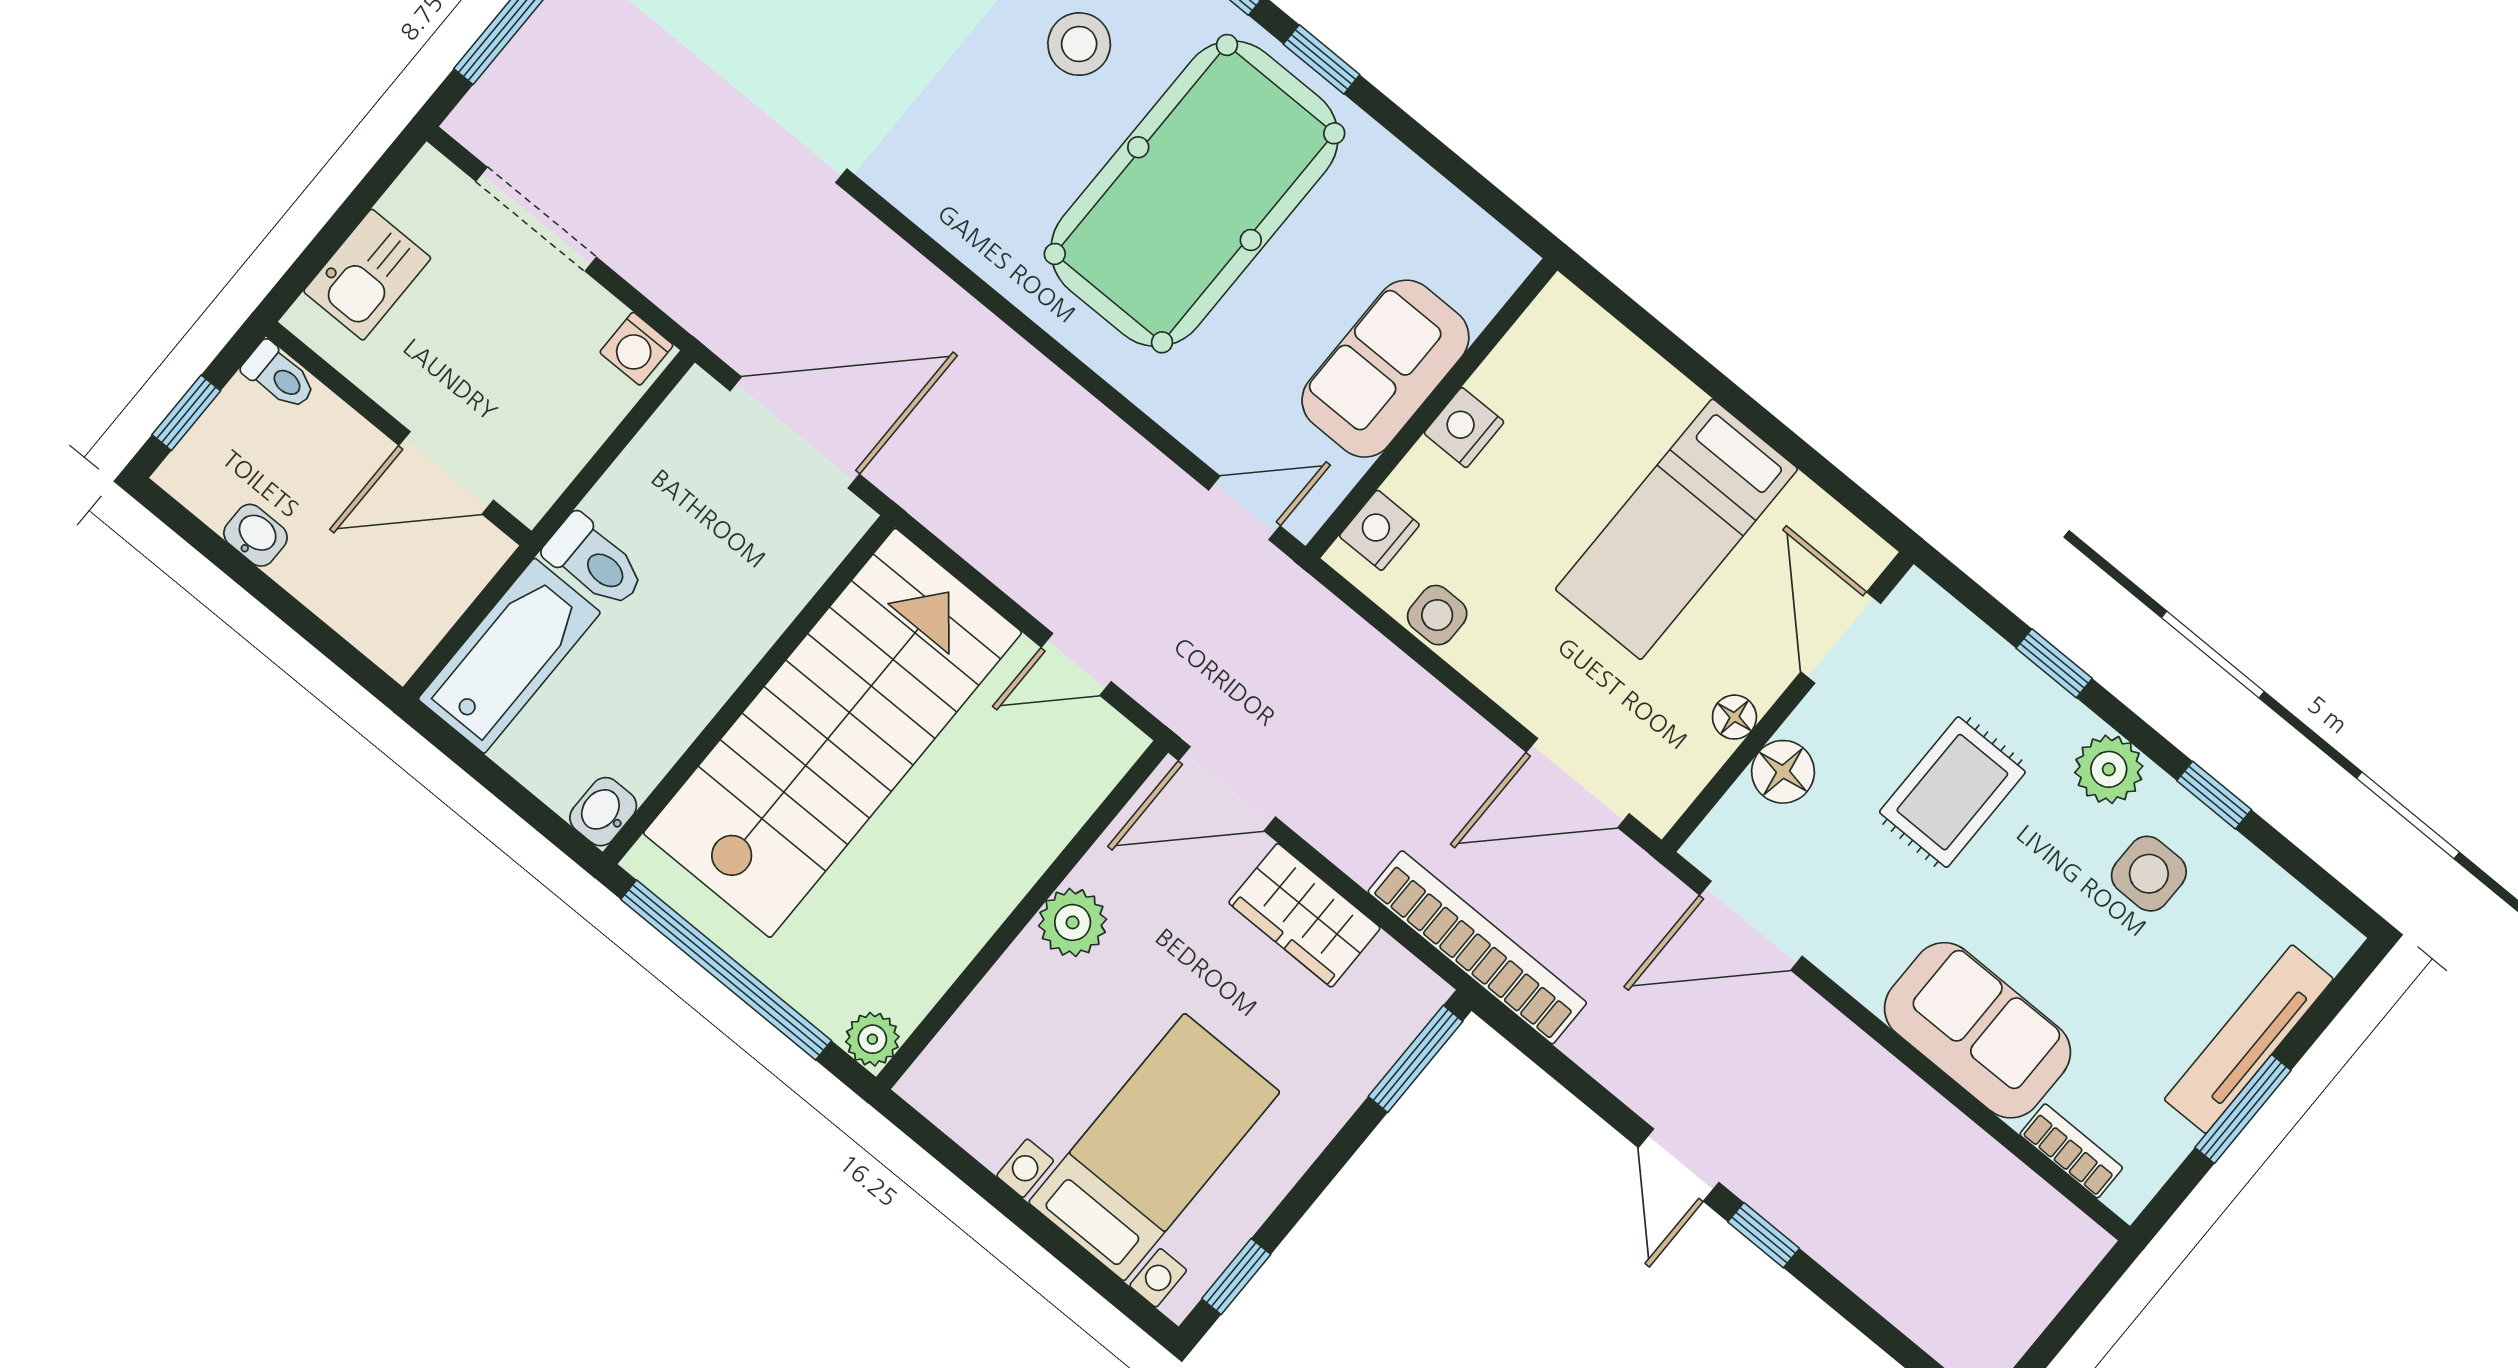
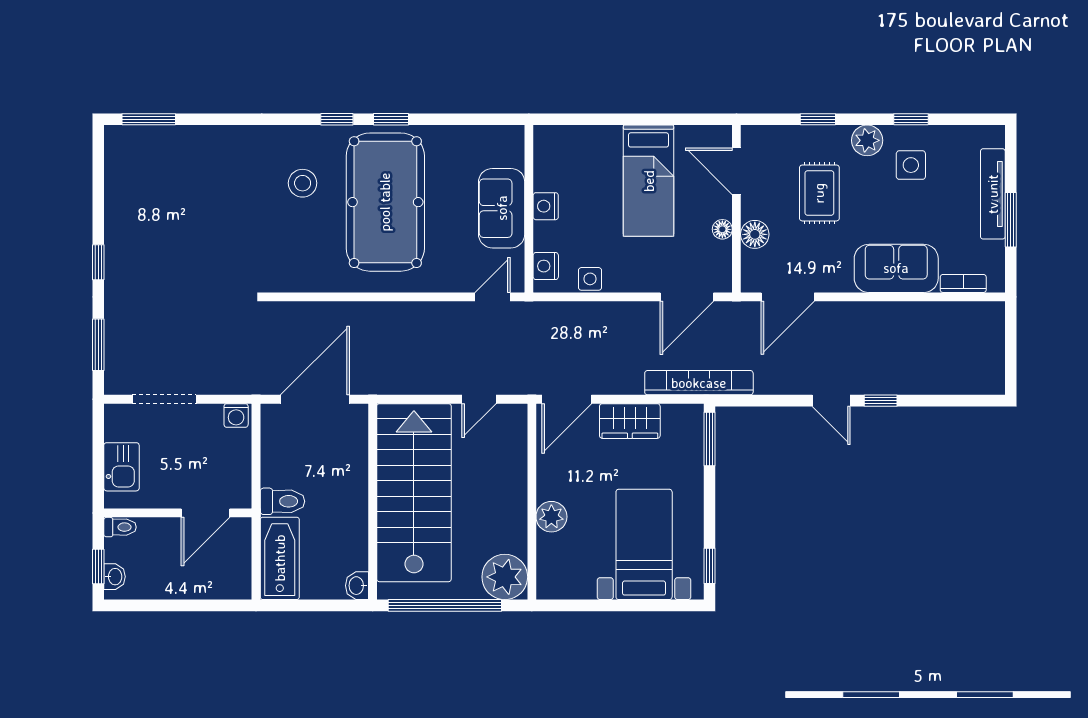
washbasin: (255, 535) -> (114, 577), moved, turned 90
plant: (1073, 922) -> (551, 517), moved
plant: (872, 1039) -> (505, 577), width x1.87, depth x1.87

